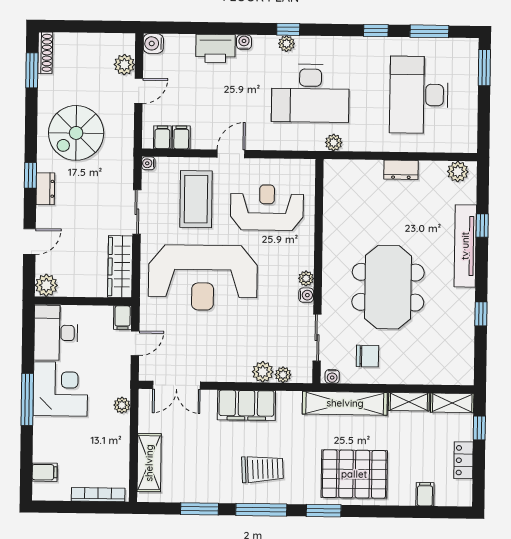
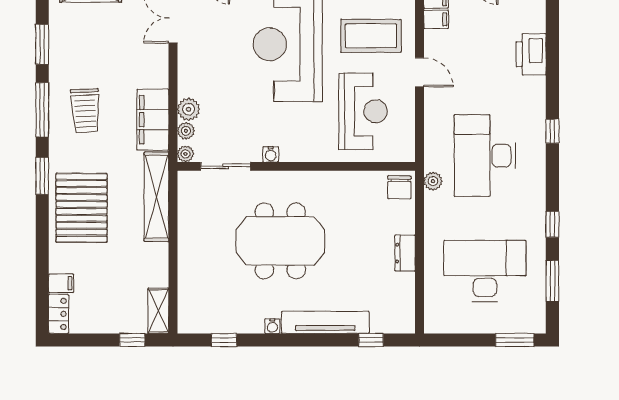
water cooler: (244, 42) -> (538, 84), removed
plant: (287, 44) -> (537, 130), removed
plant: (458, 172) -> (404, 313), removed
window: (482, 226) -> (371, 340), moved
plant: (306, 278) -> (185, 154), moved
window: (481, 314) -> (224, 340), moved
chair: (367, 356) -> (399, 187), moved
water cooler: (332, 376) -> (272, 326), moved, turned -90
shelving: (409, 402) -> (159, 265), removed
filing cabinet: (246, 405) -> (153, 120), moved
locker: (463, 460) -> (59, 314), moved, turned 90

